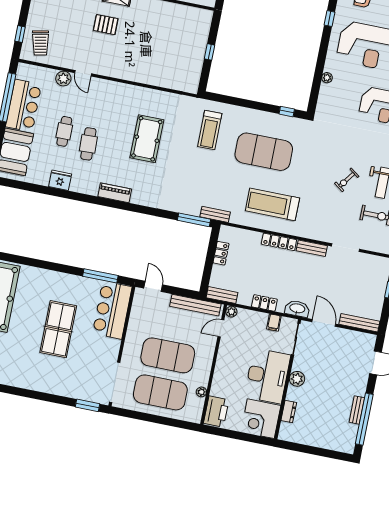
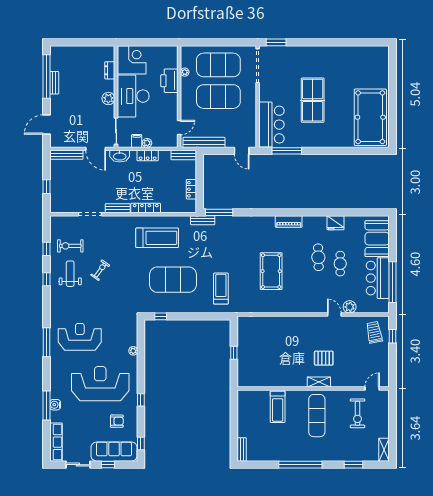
plant: (231, 312) -> (147, 143), moved
printer: (216, 412) -> (169, 81), moved

